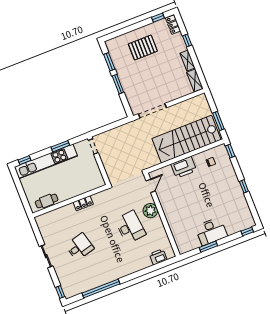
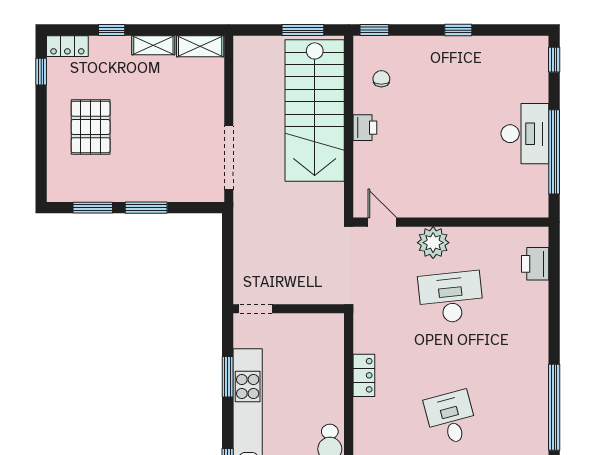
printer: (184, 167) -> (365, 128), width x0.53, depth x0.68
window: (208, 247) -> (554, 152), width x2.11

